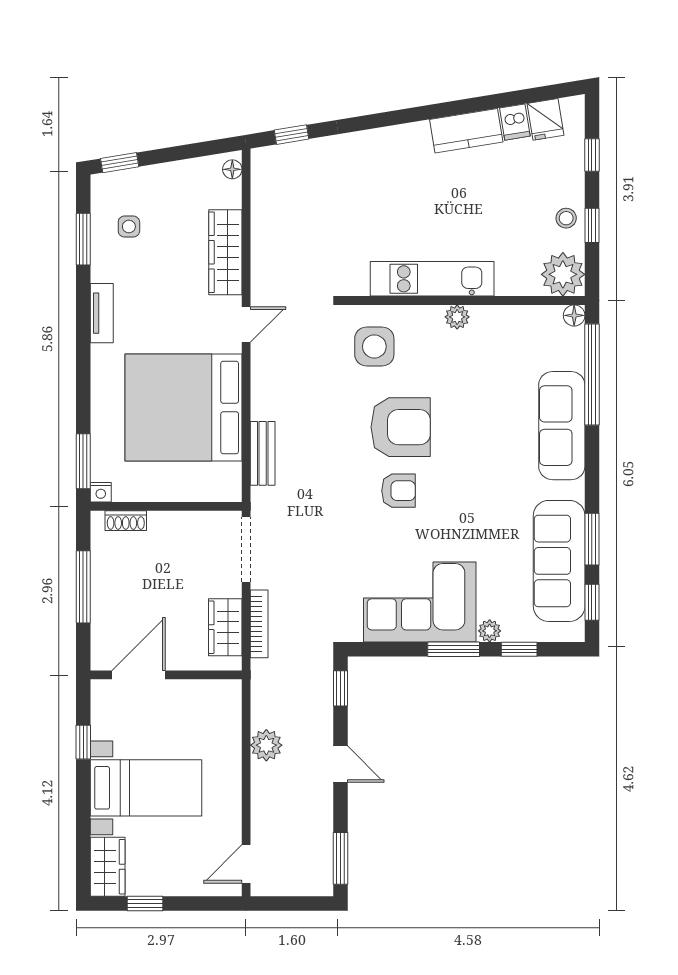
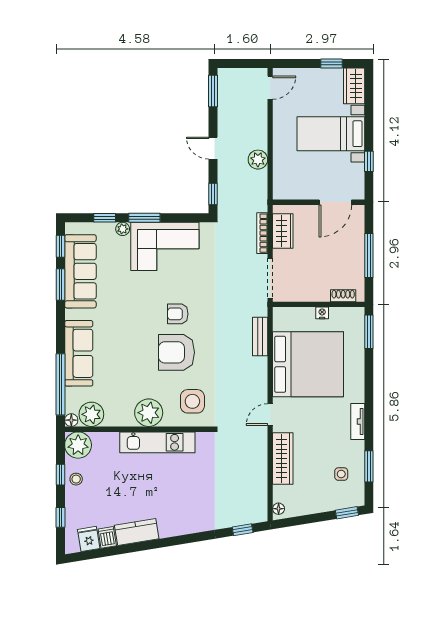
plant: (457, 317) -> (149, 413), width x1.87, depth x1.87
plant: (541, 325) -> (91, 414), added
nightstand: (101, 492) -> (322, 313), moved

